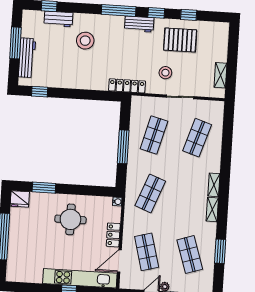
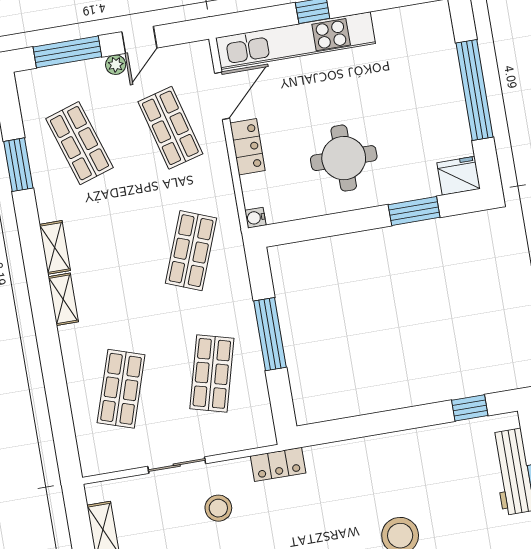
locker: (127, 86) -> (278, 464), width x0.66

